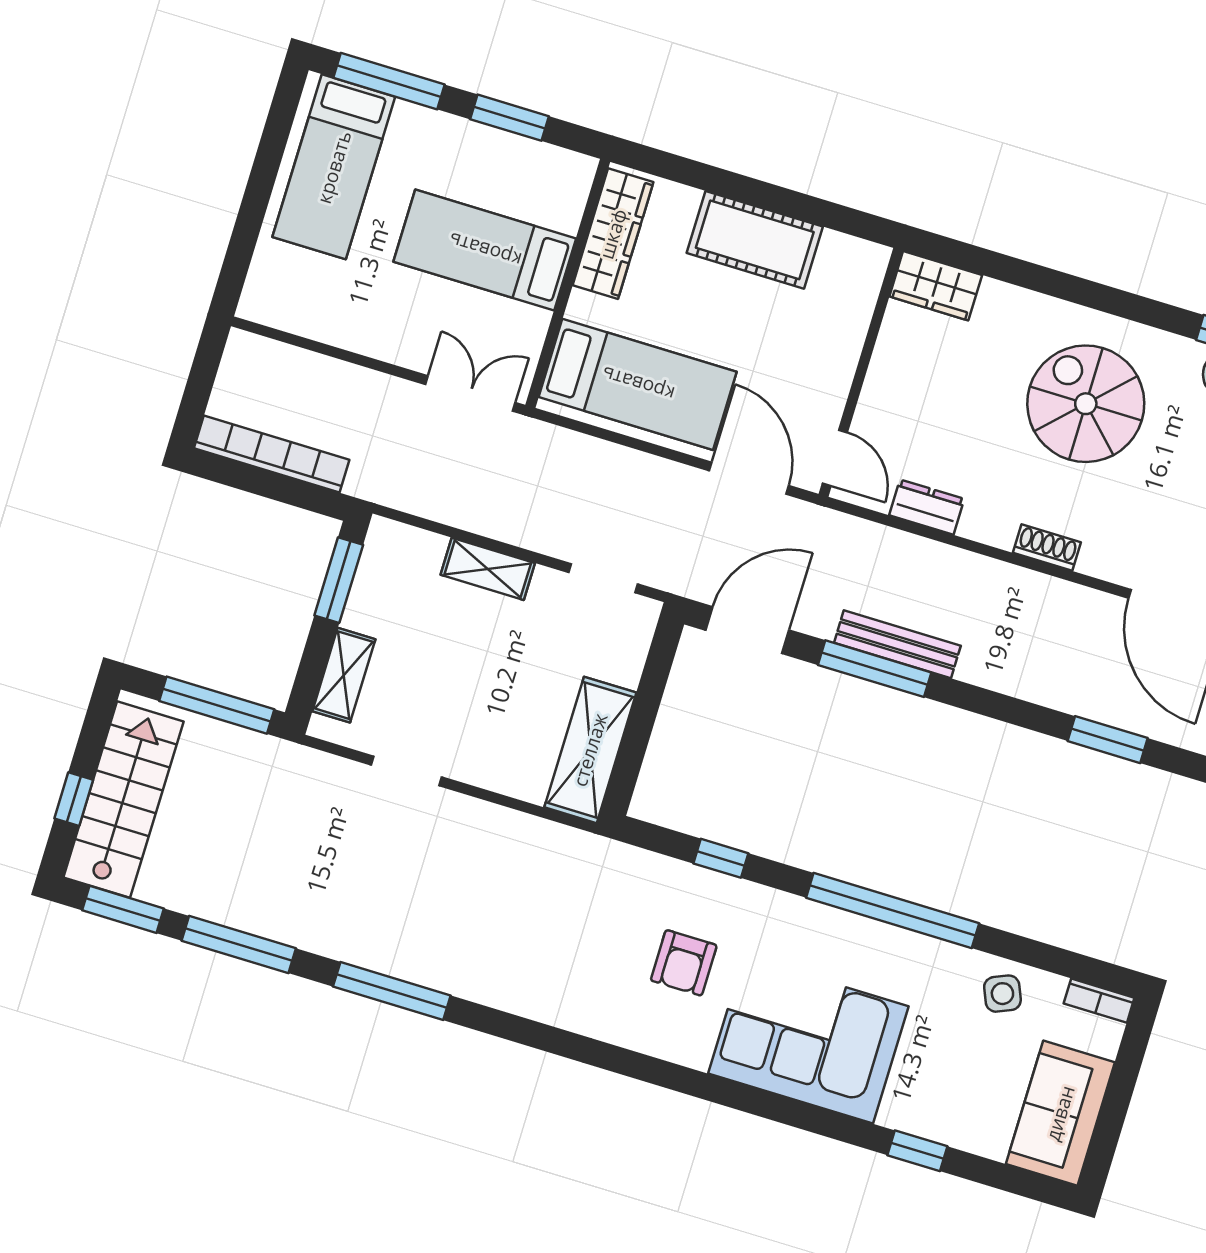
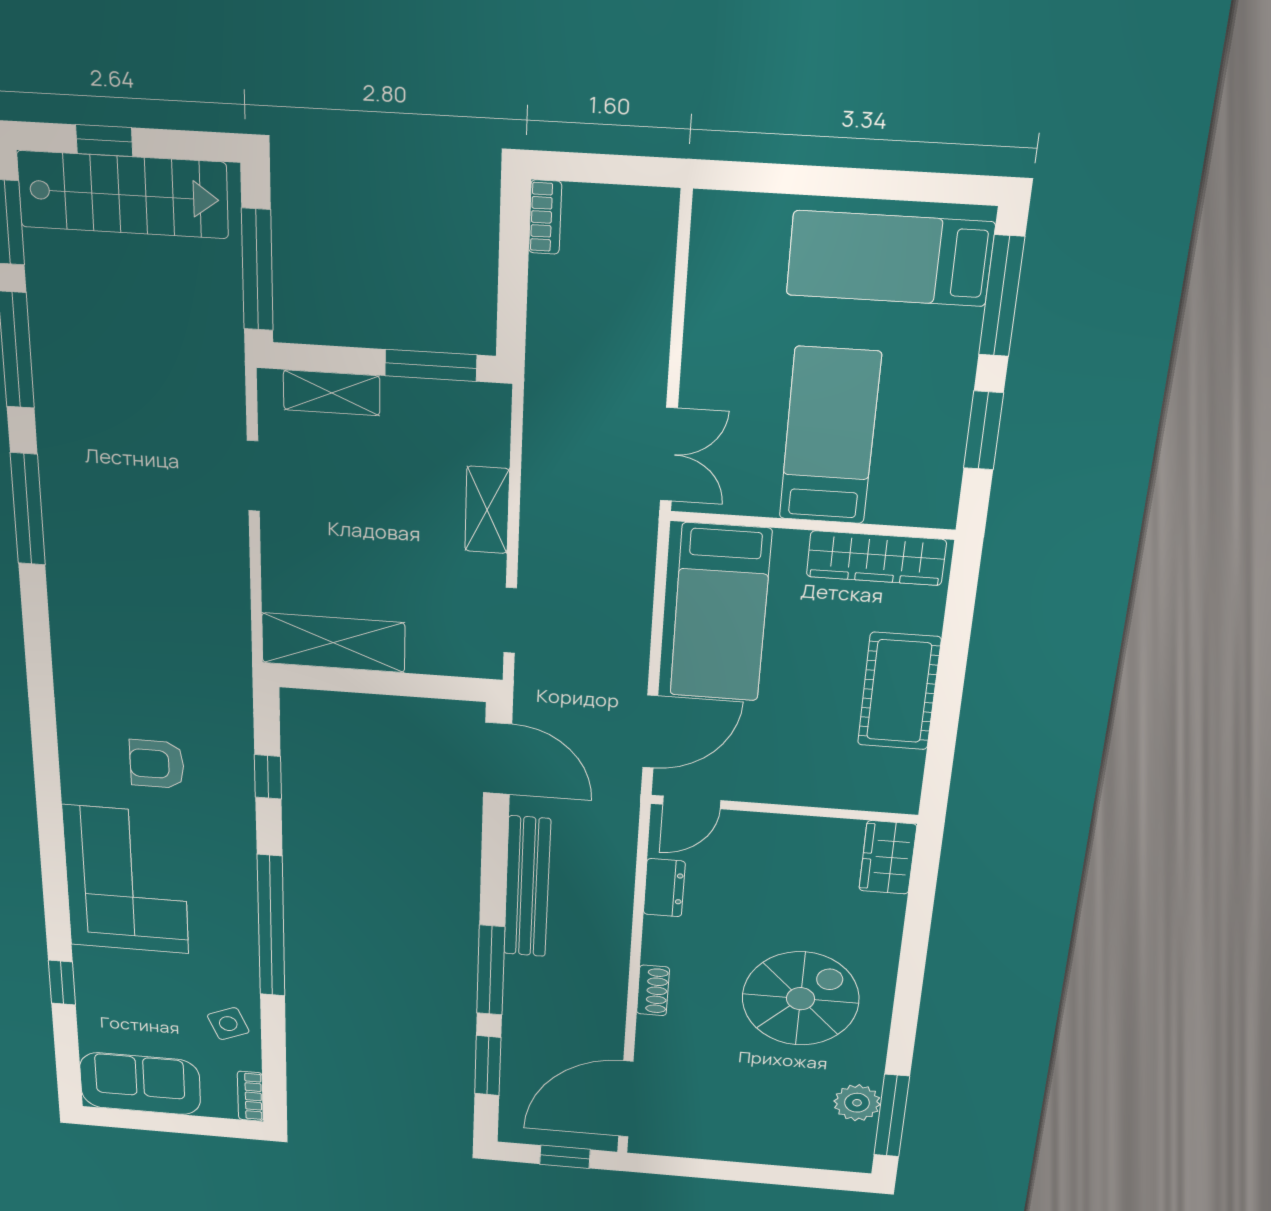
bookcase: (272, 454) -> (545, 217), width x0.43, depth x0.76
bench: (897, 644) -> (527, 887), width x1.37, depth x1.21
window: (875, 669) -> (491, 970), moved

